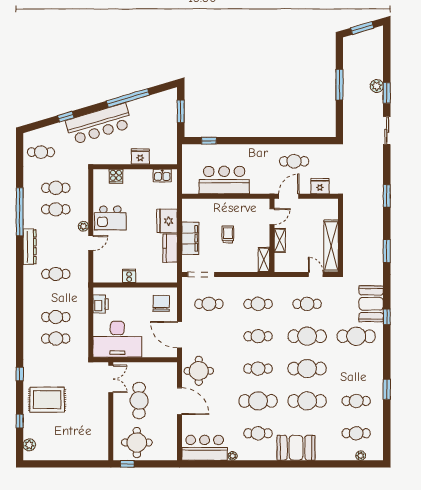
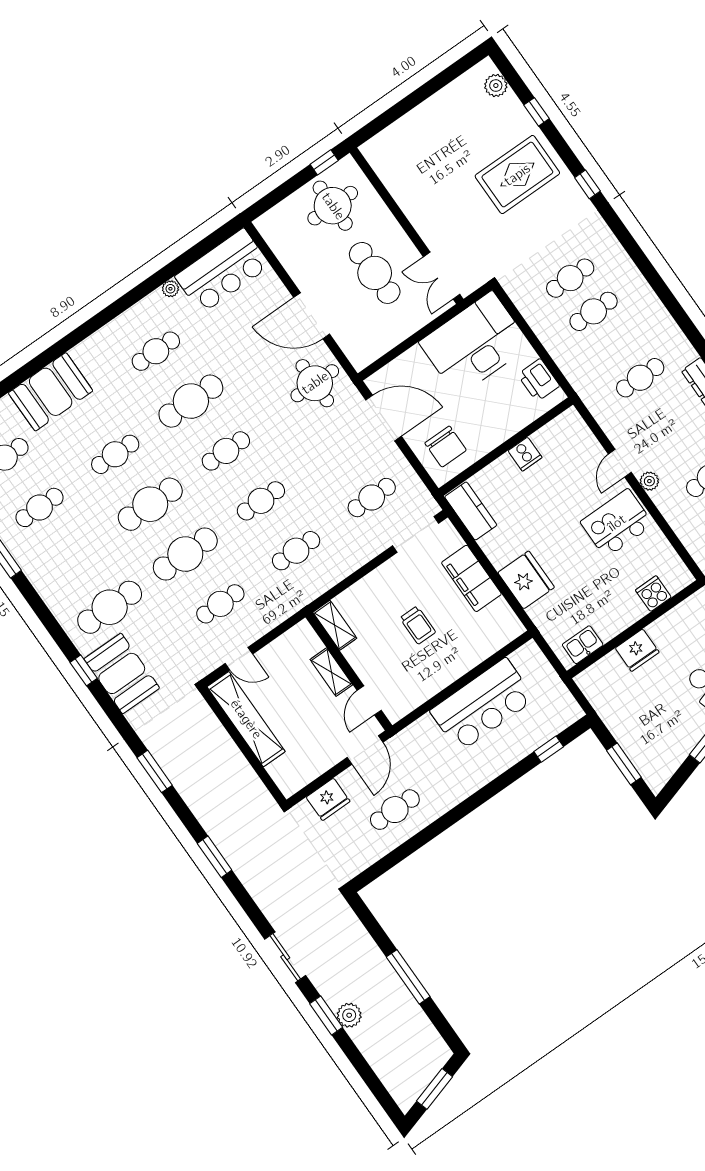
kitchen counter: (170, 248) -> (471, 511), moved
cafe table: (307, 401) -> (115, 454), width x0.73, depth x0.74
booth: (296, 448) -> (51, 392), moved

